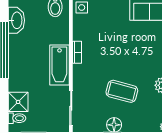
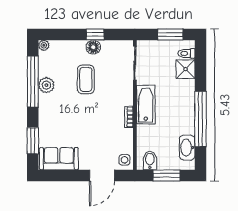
coffee table: (122, 91) -> (86, 79), turned 75

